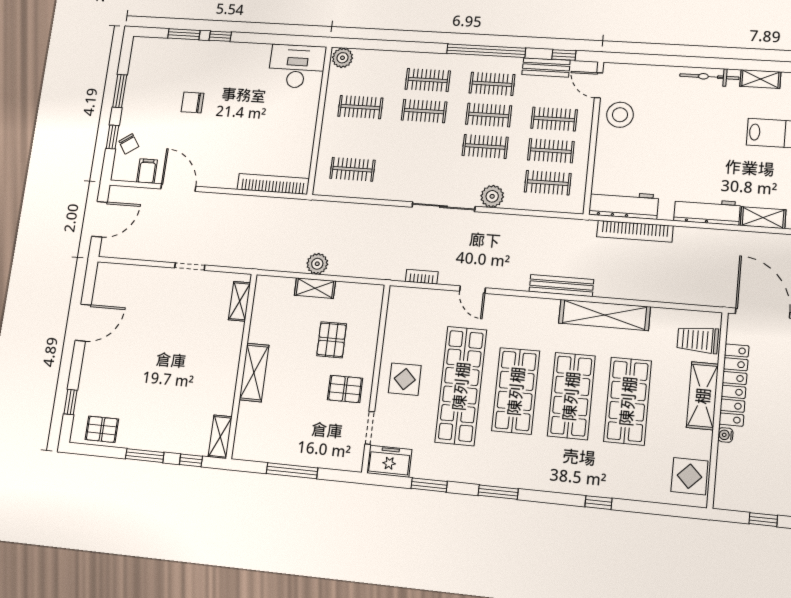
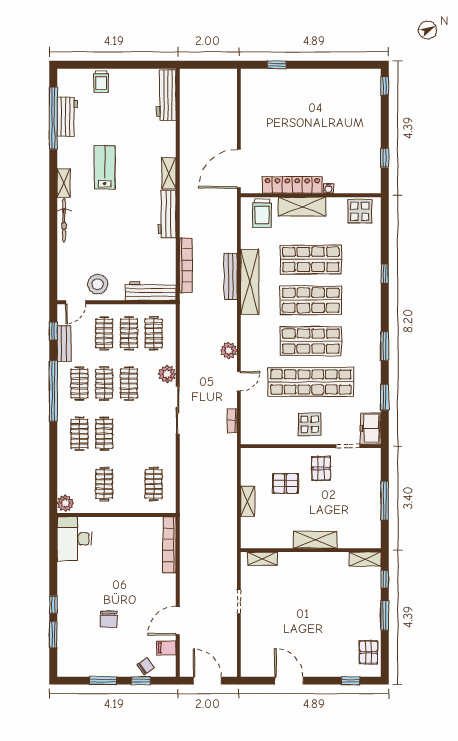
workbench: (624, 205) -> (151, 291), moved, turned 90
plant: (317, 264) -> (229, 350), moved
bench: (561, 286) -> (231, 276), moved

